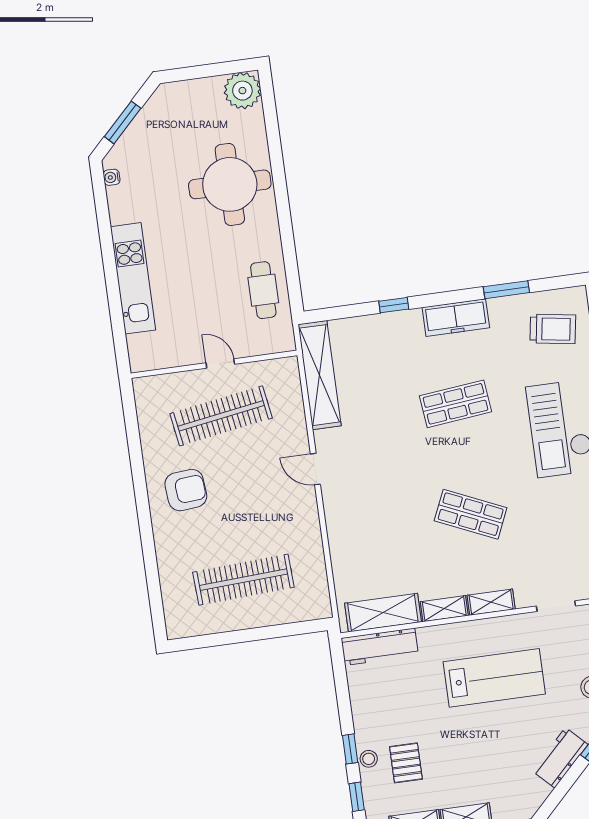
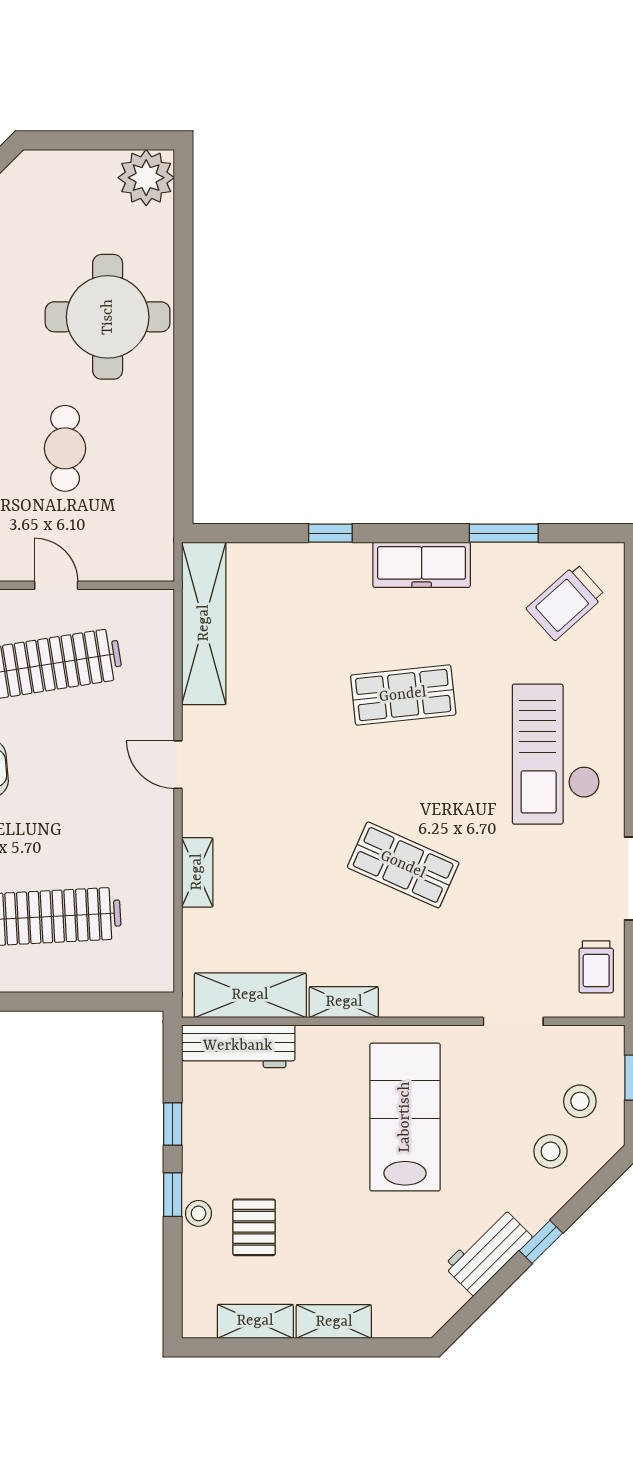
cafe table: (263, 290) -> (65, 448), moved
trolley: (553, 329) -> (566, 602), turned 129
shelving: (491, 602) -> (197, 872), moved, turned 90
lab bench: (494, 678) -> (405, 1117), turned -90
window: (357, 797) -> (173, 1124), moved

